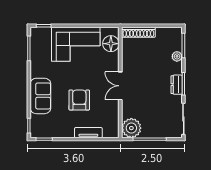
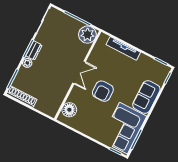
shoe rack: (138, 32) -> (22, 97), moved
corner sofa: (76, 44) -> (123, 128), moved, turned -90
plant: (177, 56) -> (27, 63), moved
armchair: (79, 100) -> (103, 91), moved
tv unit: (88, 133) -> (123, 48), width x1.41

